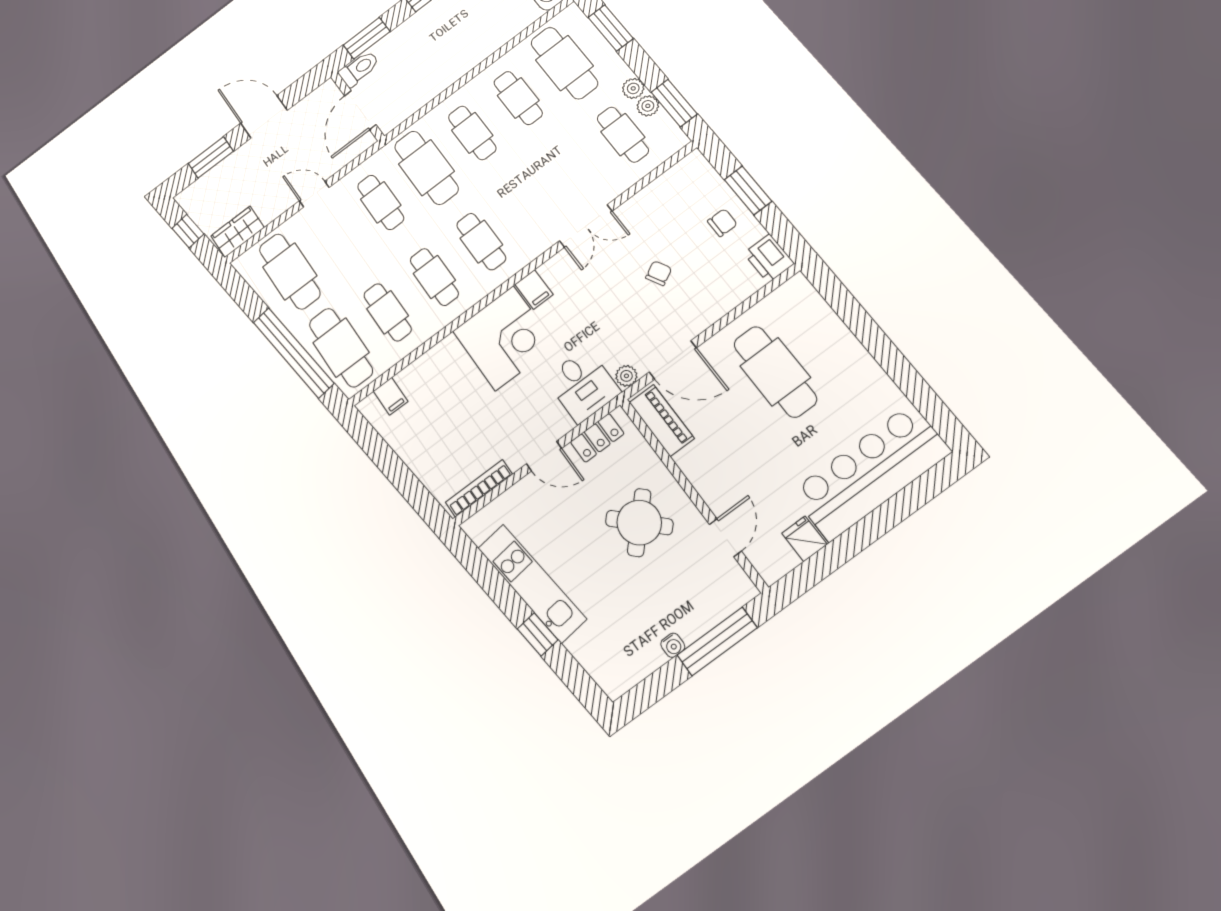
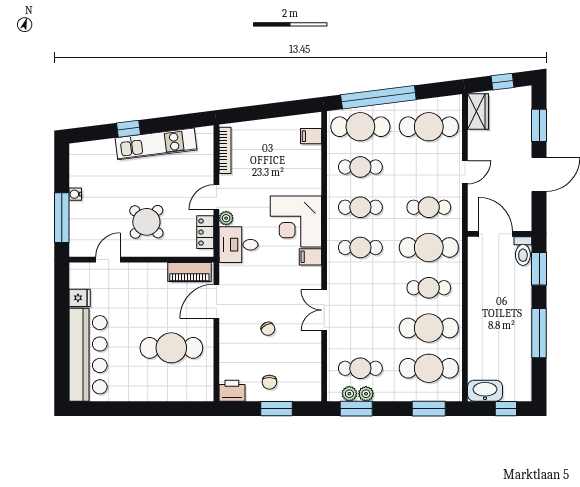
plant: (633, 88) -> (349, 394), moved
cafe table: (518, 98) -> (429, 328), width x1.37, depth x1.35
plant: (626, 376) -> (226, 218), moved
door: (725, 538) -> (108, 260), swing flipped

